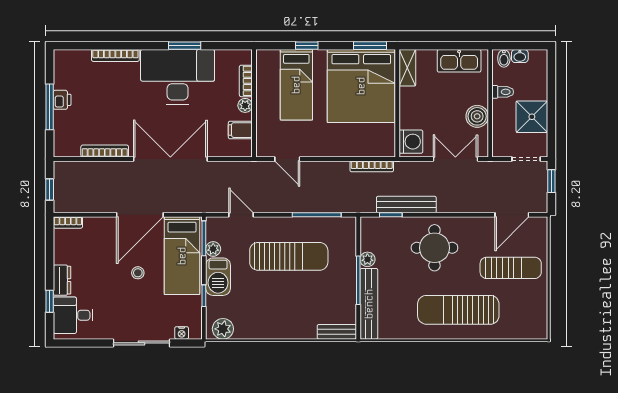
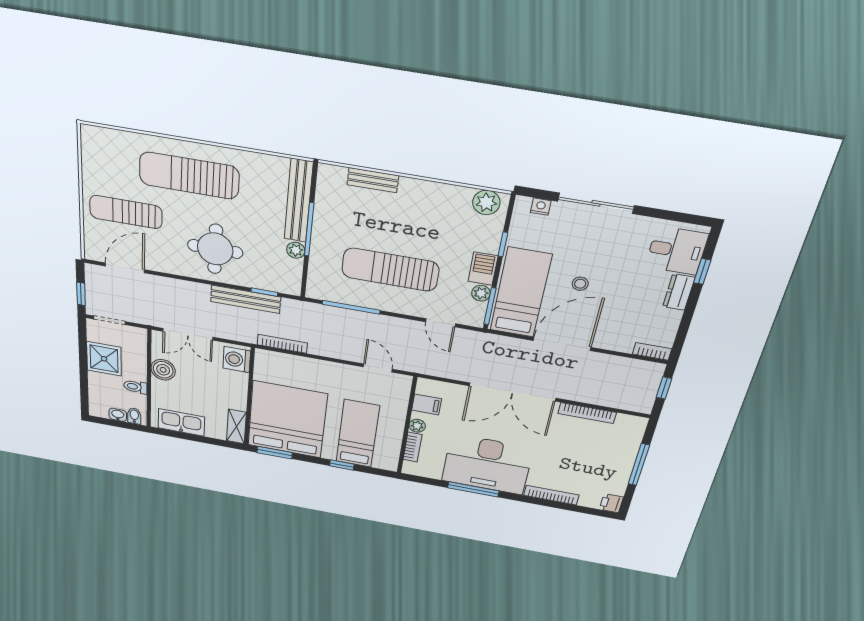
window: (185, 46) -> (473, 489), width x1.44
printer: (62, 100) -> (611, 503), moved
barbecue: (218, 277) -> (483, 269), width x0.73, depth x0.79
sun lounger: (458, 310) -> (189, 176), turned 180
bench: (337, 332) -> (373, 180), moved

